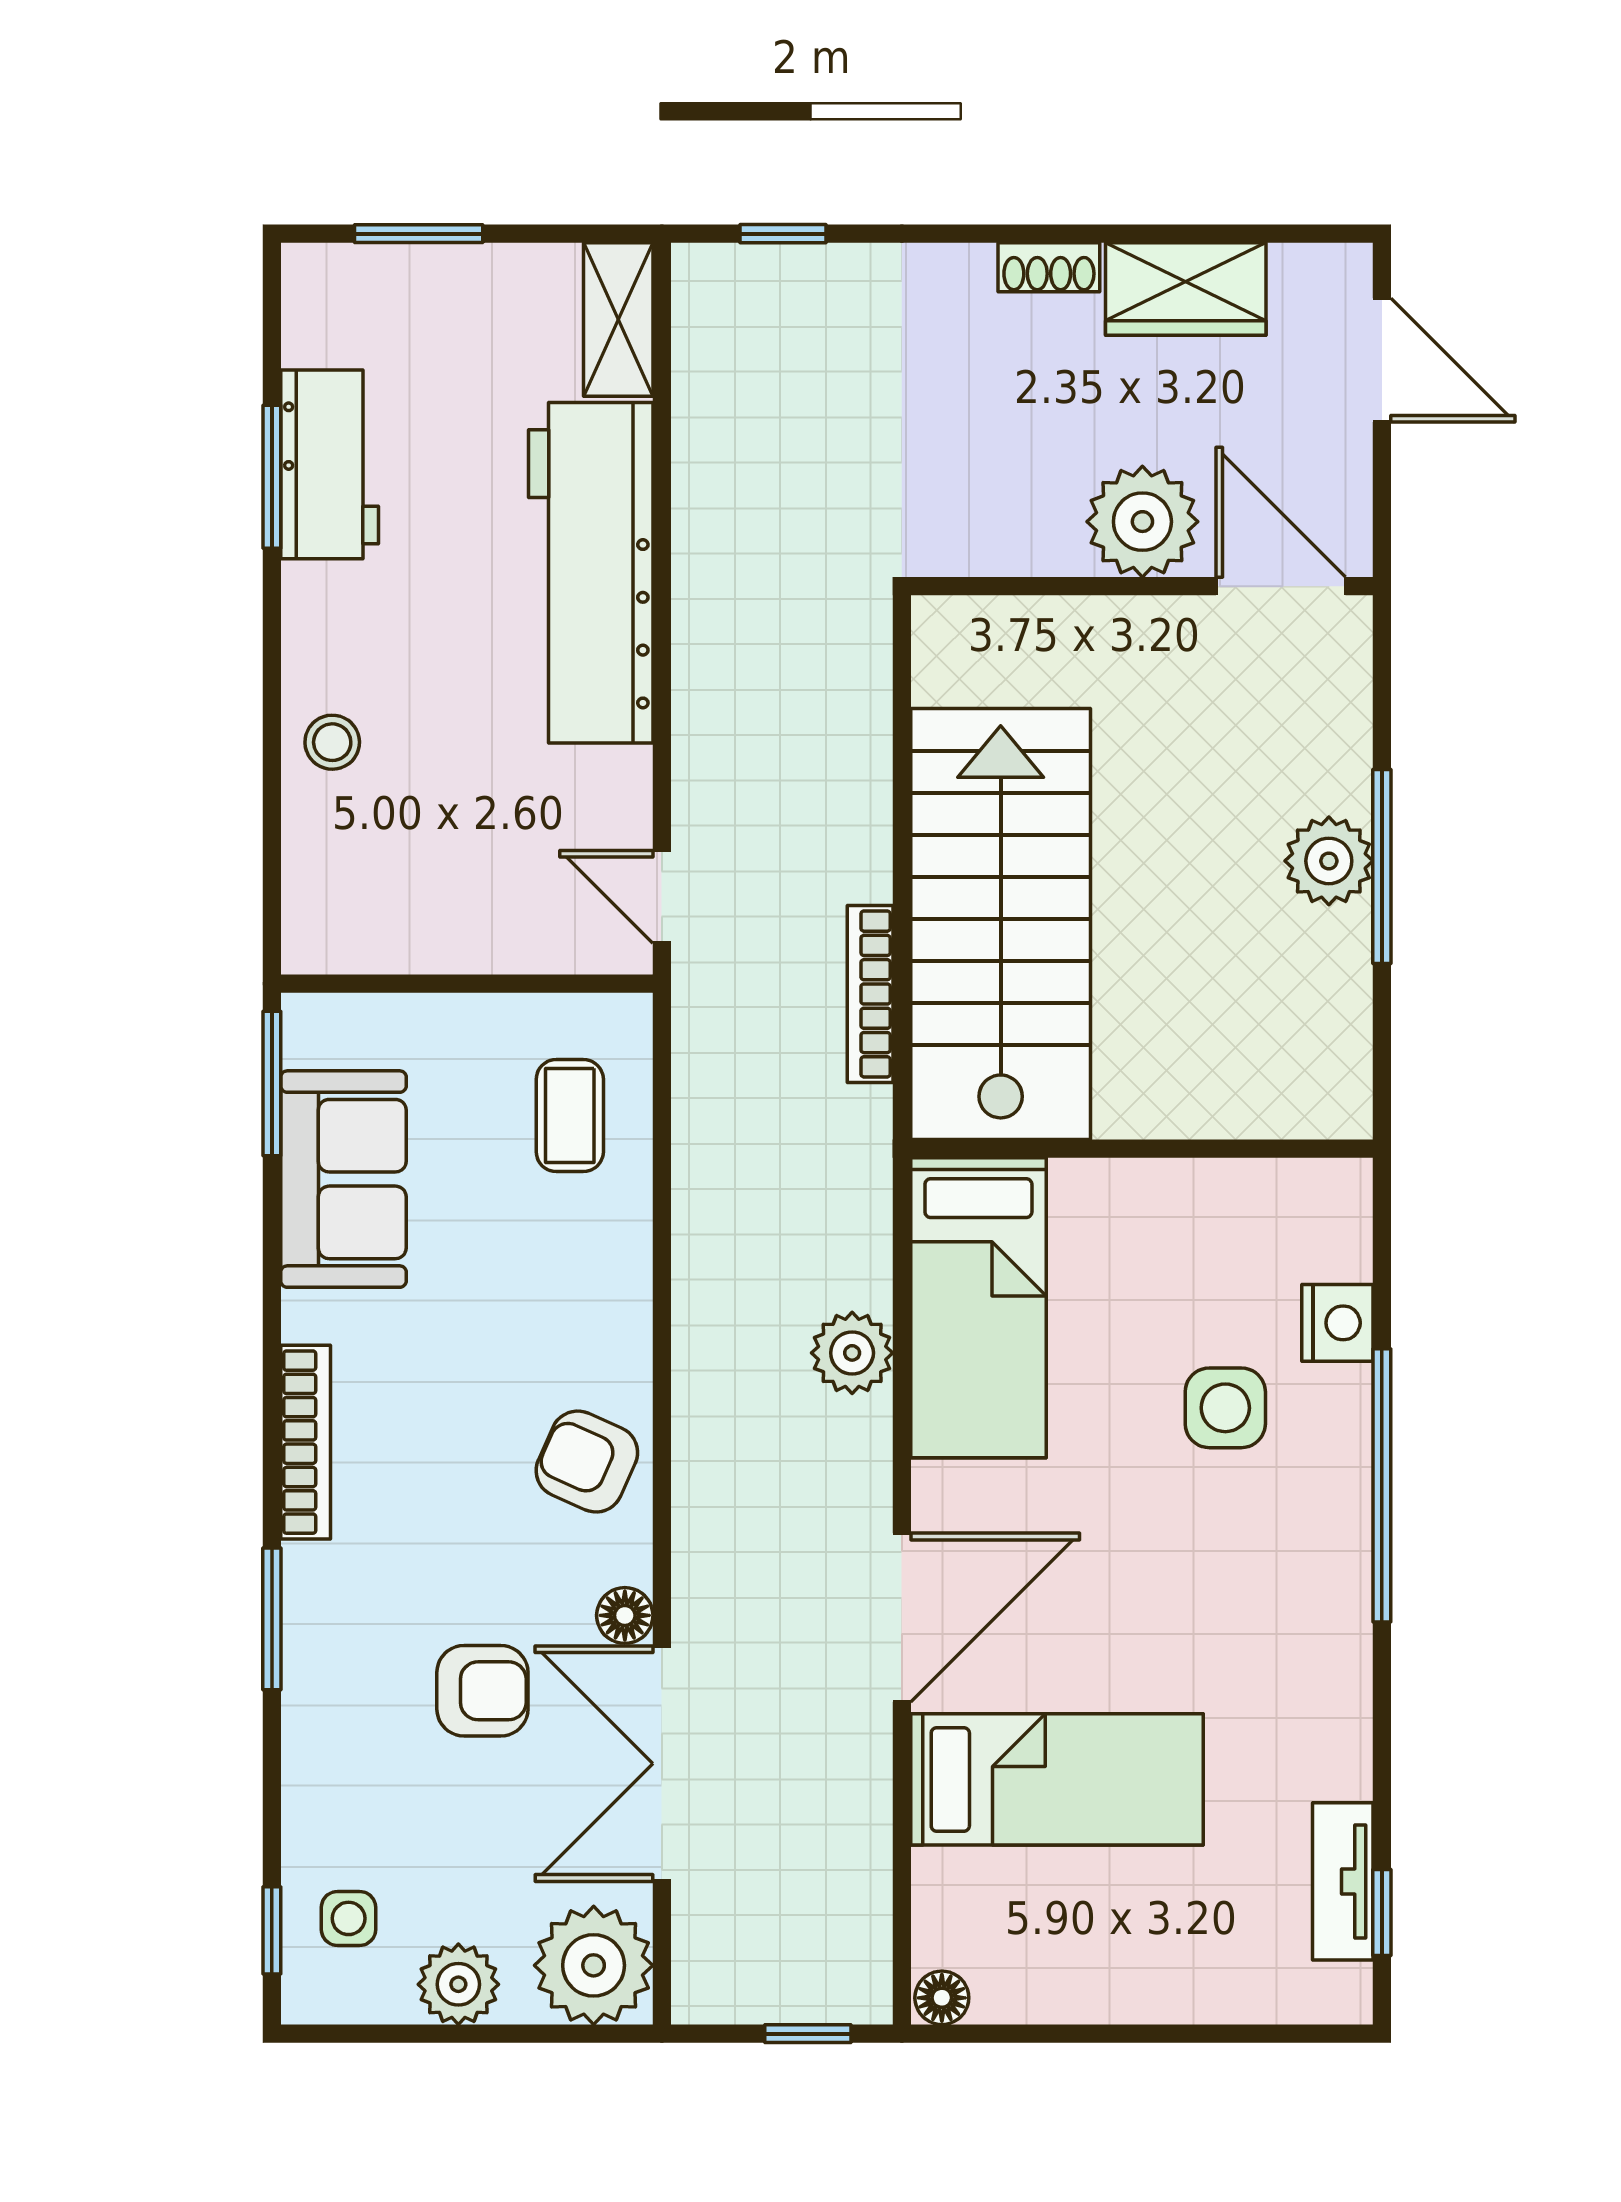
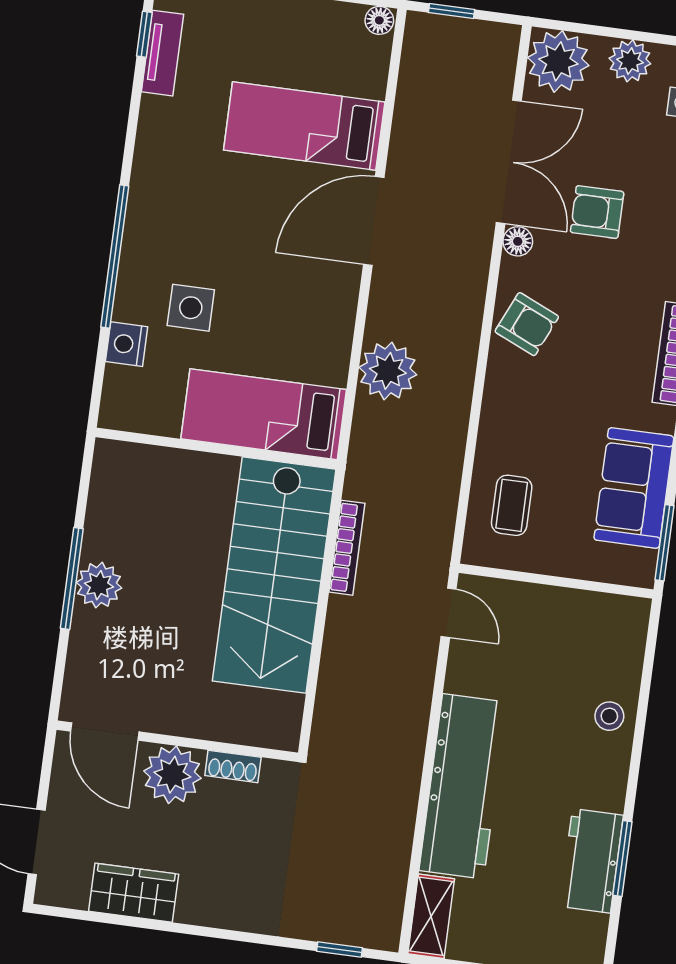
shoe rack: (1049, 267) -> (233, 766), moved, turned 180
bed: (978, 1308) -> (264, 414), moved, turned -90
plant: (852, 1353) -> (388, 371), width x1.36, depth x1.36

